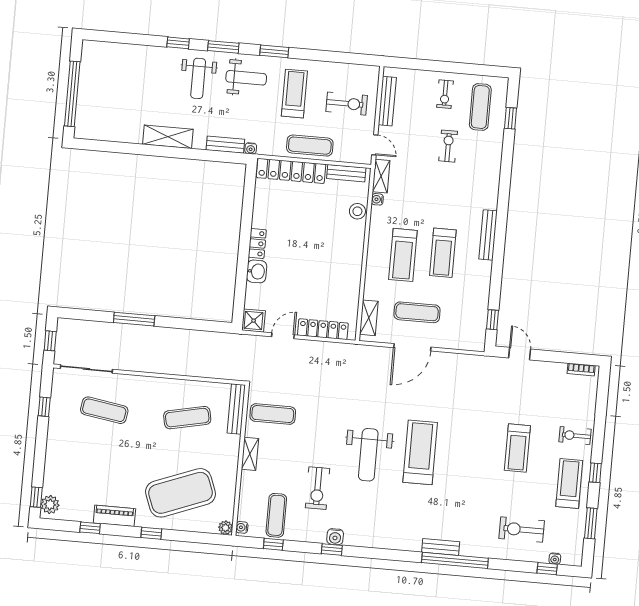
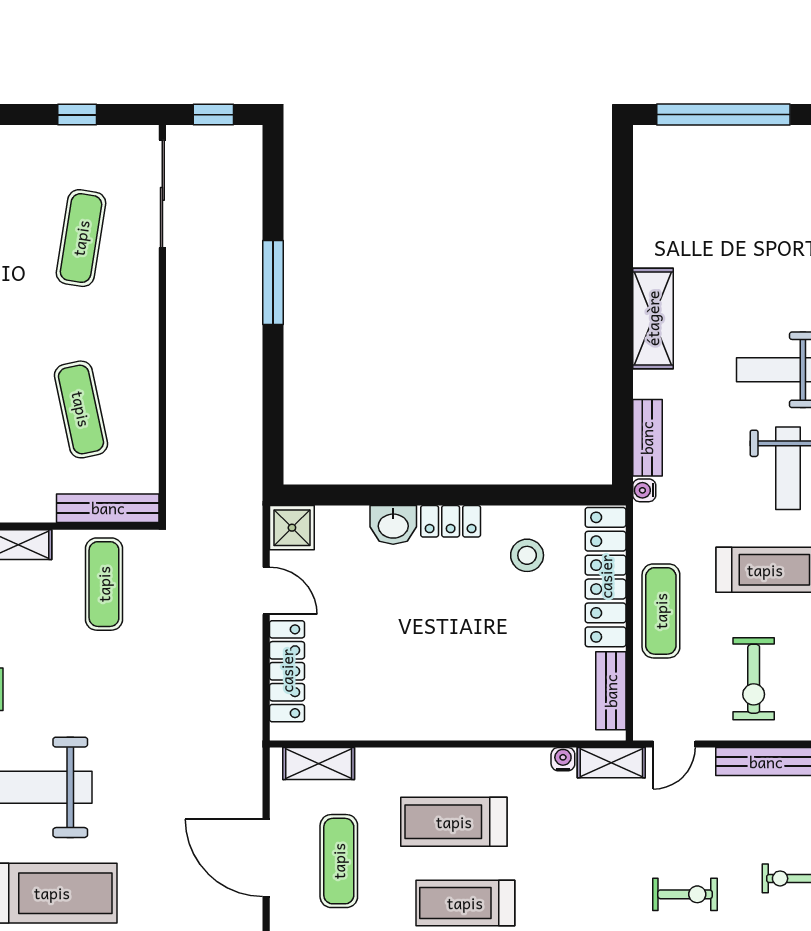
stool: (357, 211) -> (527, 555), moved

